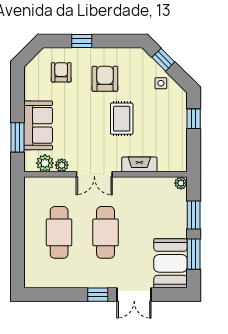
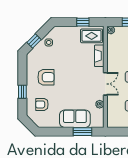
armchair: (105, 79) -> (46, 77), turned 180
rug: (122, 119) -> (92, 36), moved
window: (194, 119) -> (83, 22), moved
plant: (45, 163) -> (98, 115), removed

